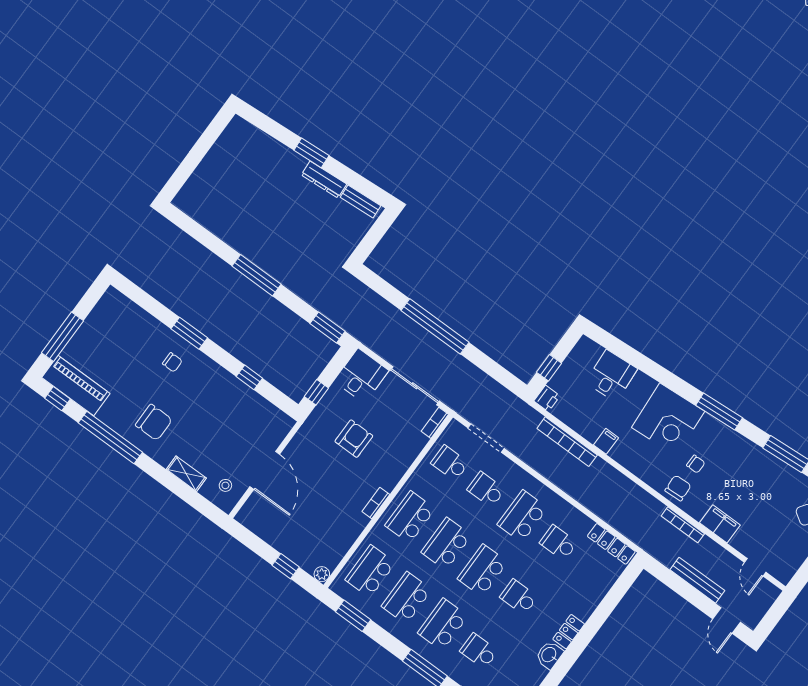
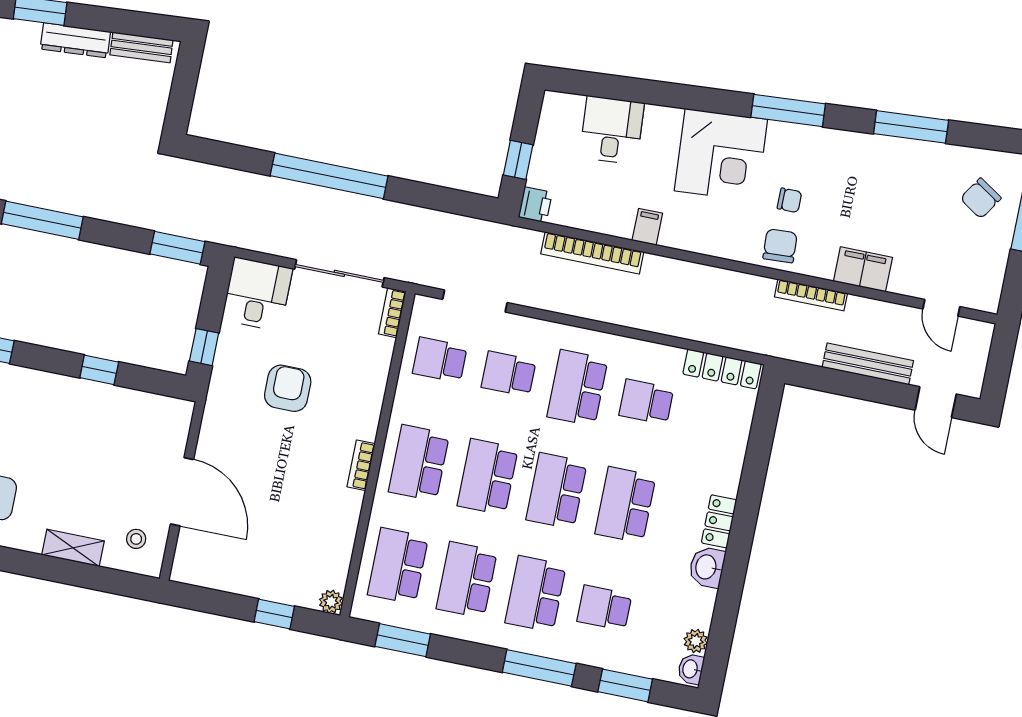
school desk: (519, 597) -> (625, 505), width x1.85

